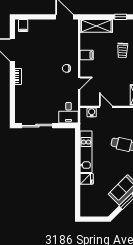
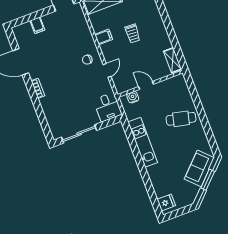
filing cabinet: (23, 26) -> (37, 25), moved
trolley: (123, 50) -> (133, 34), moved
fridge: (87, 179) -> (166, 202), moved

